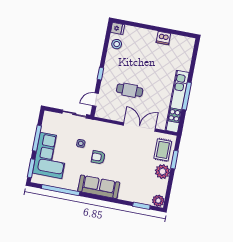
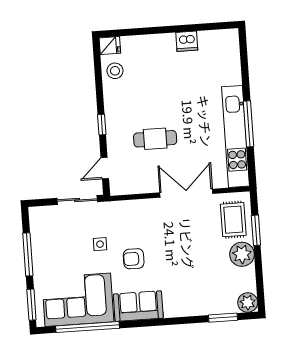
corner sofa: (51, 155) -> (78, 300), moved, turned -90
sofa: (99, 187) -> (138, 306), width x0.73

